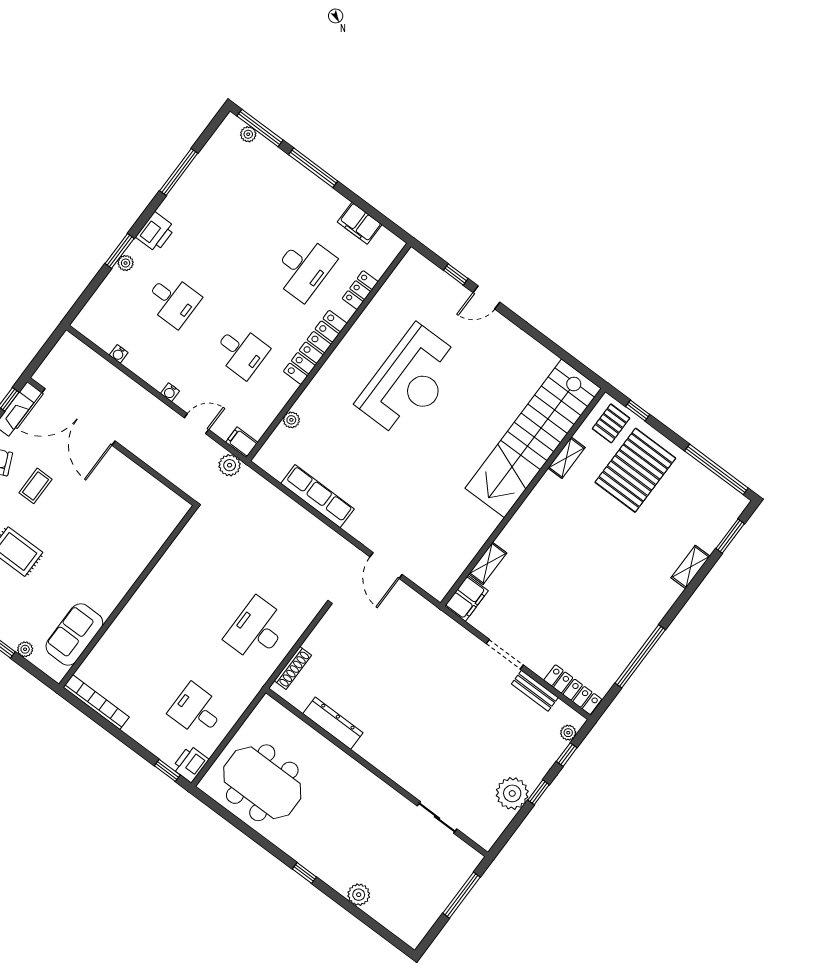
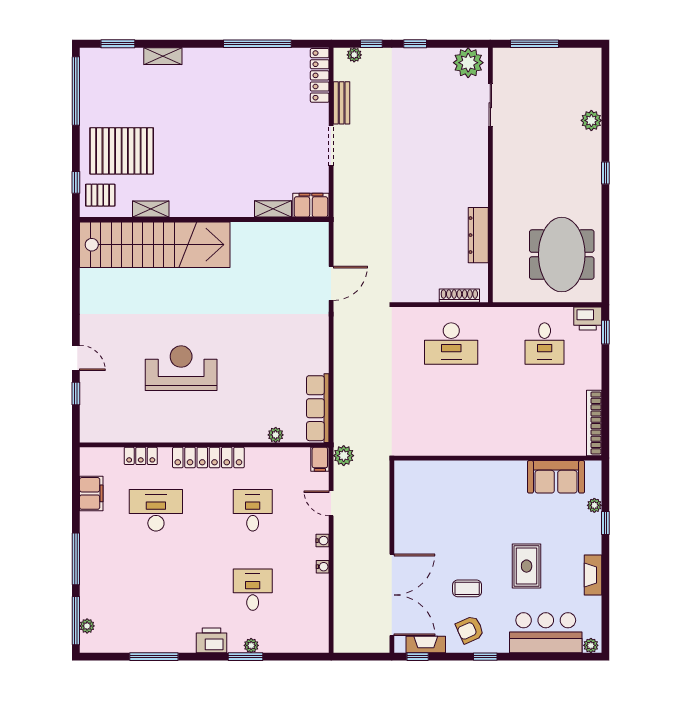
water cooler: (119, 354) -> (323, 567), moved
reception desk: (410, 381) -> (181, 368), width x0.74, depth x0.77
row of seats: (317, 496) -> (318, 408), moved
plant: (512, 793) -> (468, 63), moved

